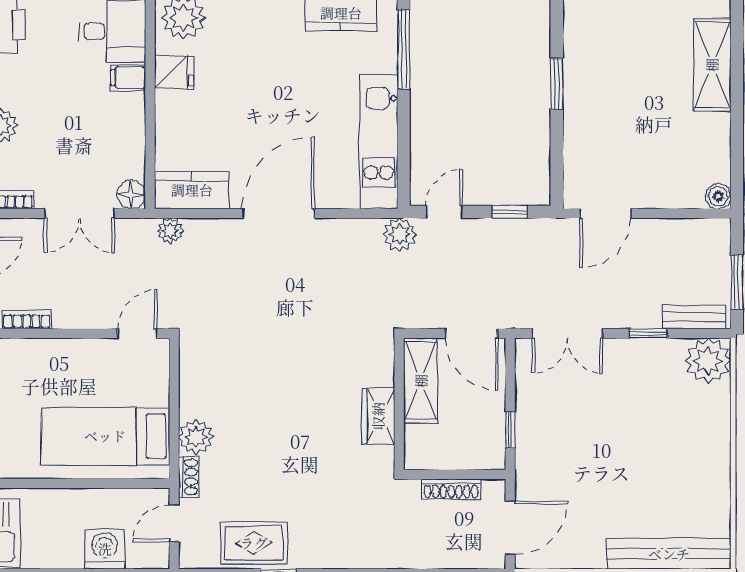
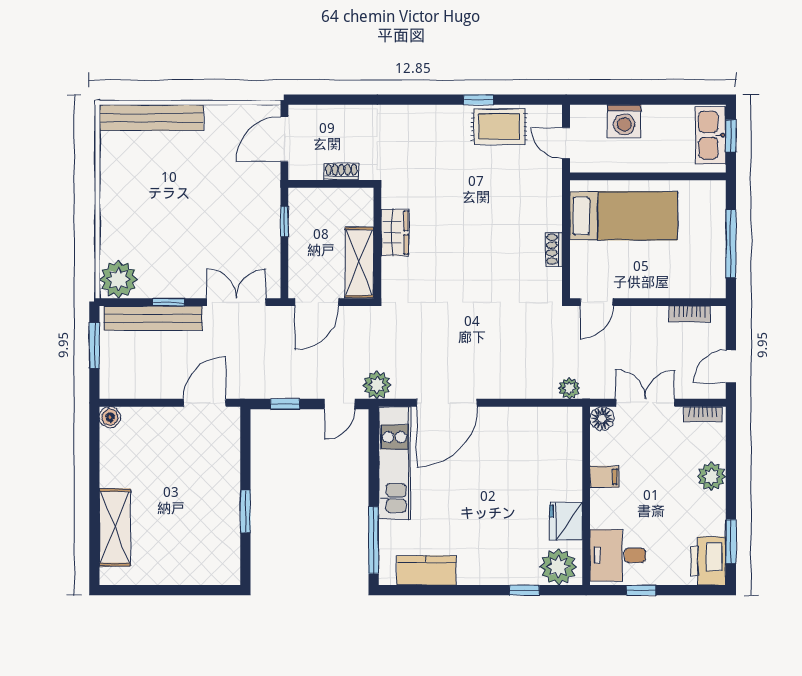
fridge: (174, 72) -> (566, 521), width x1.38
filing cabinet: (128, 78) -> (605, 477), moved
kitchen counter: (192, 190) -> (551, 422), removed
door: (278, 213) -> (447, 403), moved
bench: (694, 317) -> (153, 318), width x1.86, depth x1.21
door: (471, 333) -> (317, 302), swing flipped
plant: (196, 437) -> (548, 216), removed
shoe rack: (188, 477) -> (554, 249), moved
shoe rack: (451, 489) -> (341, 172), width x0.70
door: (174, 523) -> (566, 143), swing flipped

